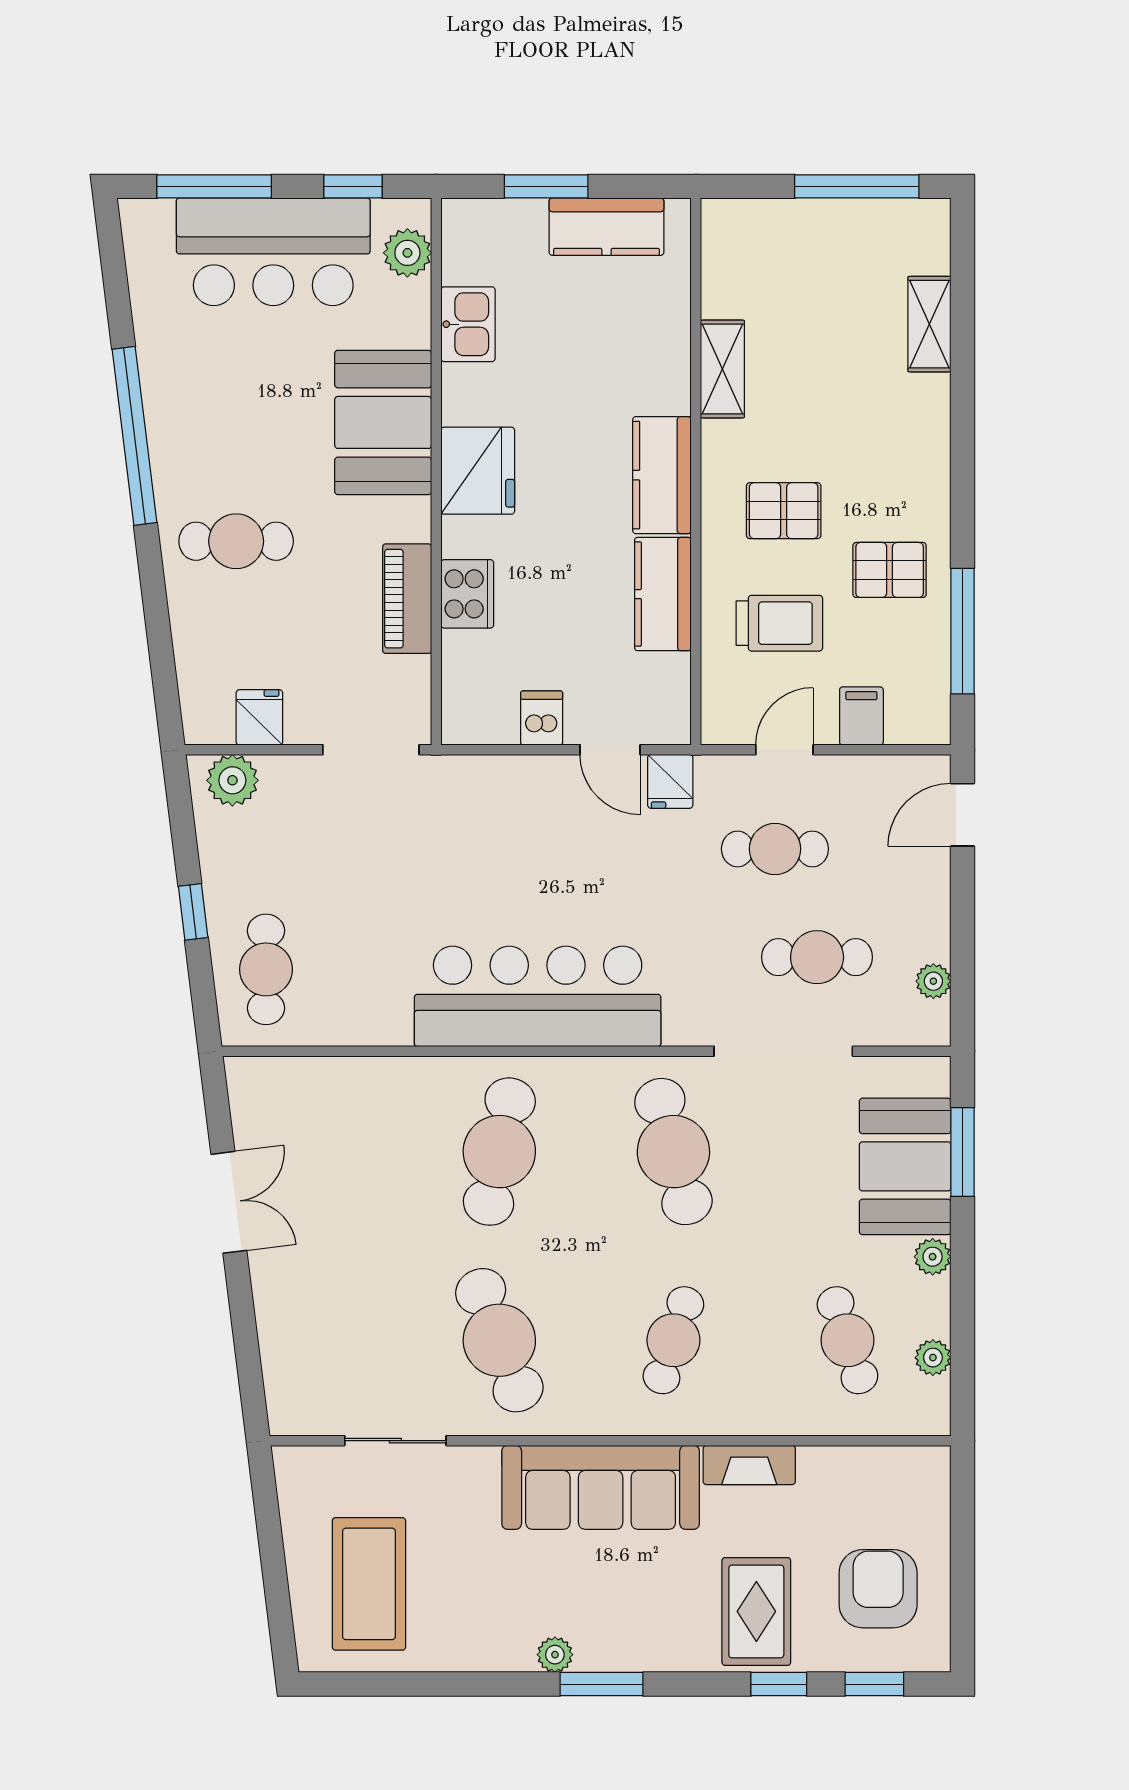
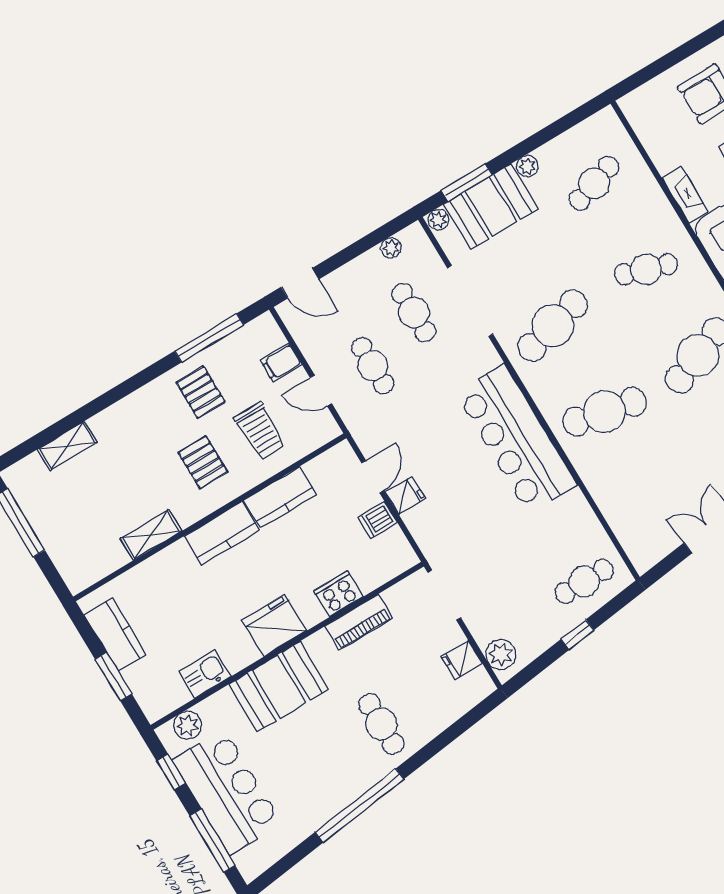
trolley: (779, 623) -> (260, 431), turned 180
fridge: (670, 781) -> (405, 495), moved
plant: (933, 1358) -> (438, 220), moved

